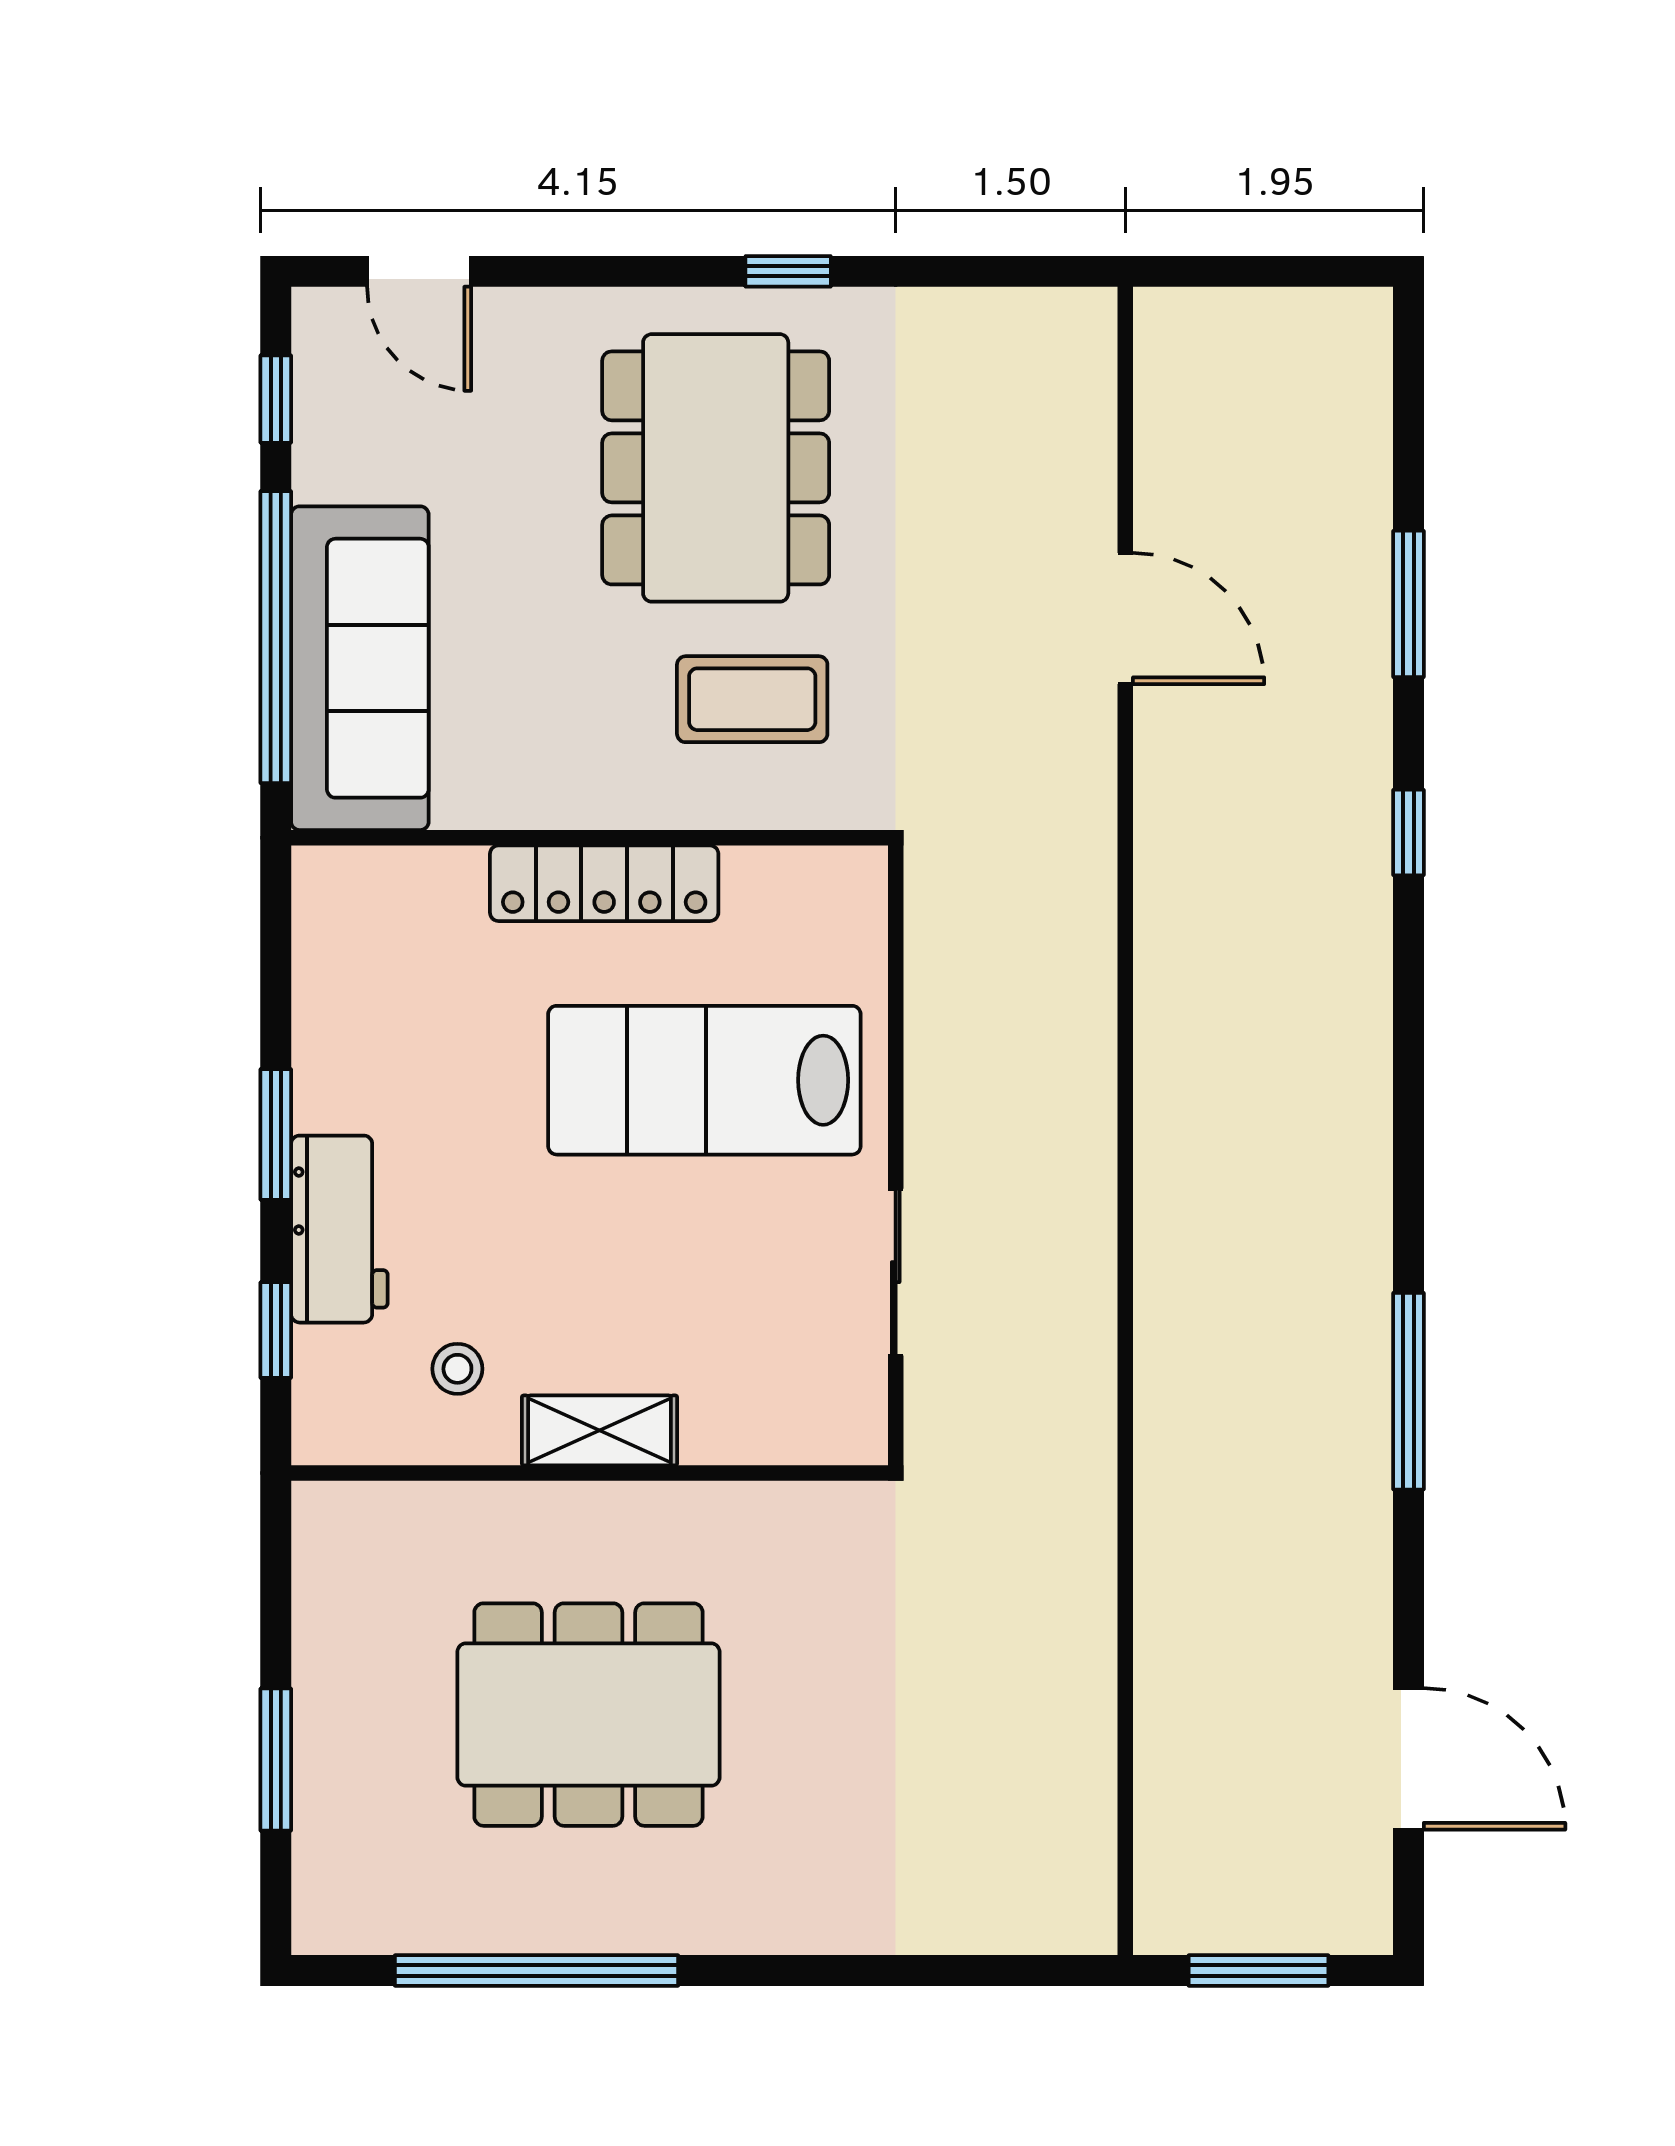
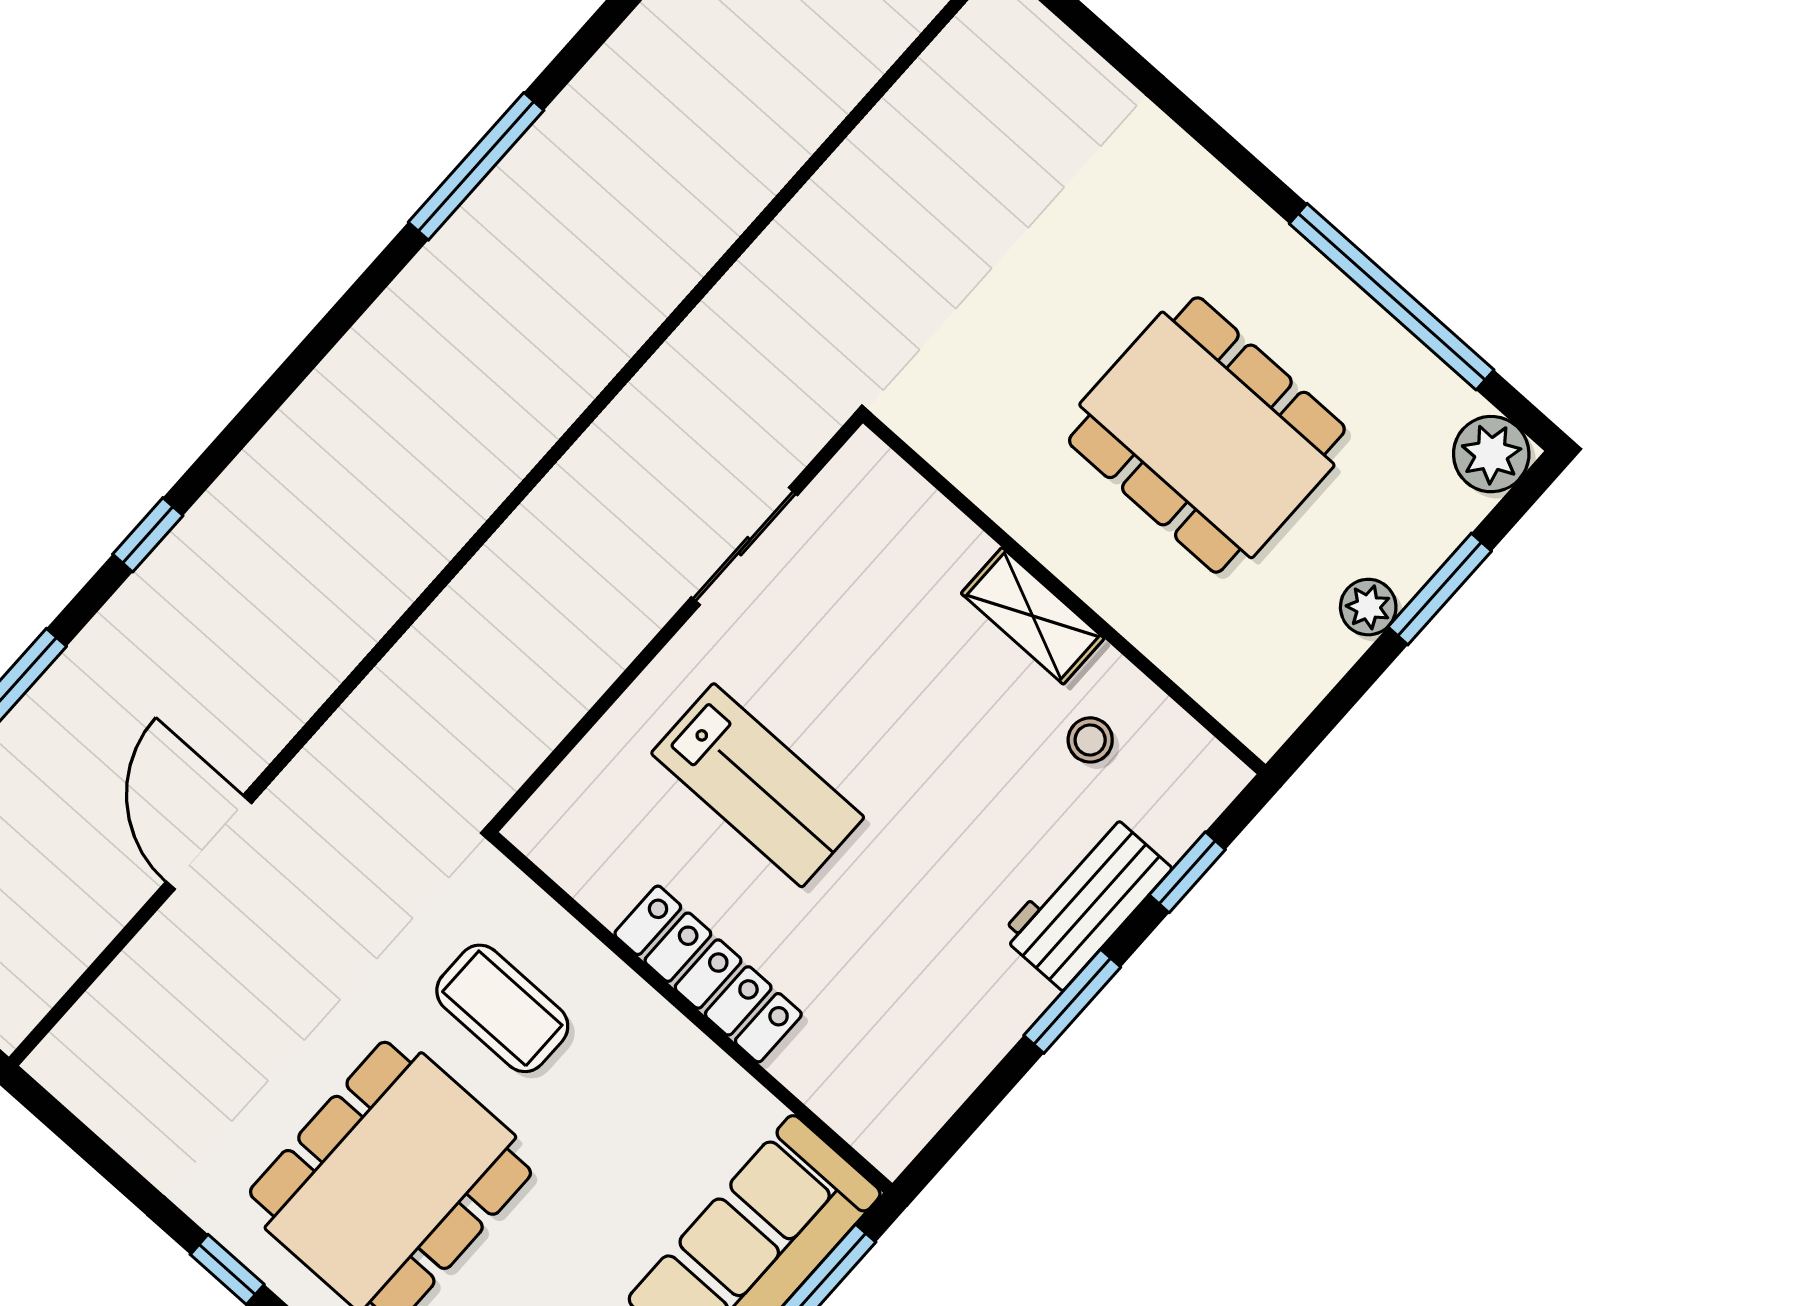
lab bench: (704, 1080) -> (758, 785), width x0.73, depth x0.72
plant: (323, 1691) -> (1368, 607), added
plant: (334, 1912) -> (1491, 454), added

